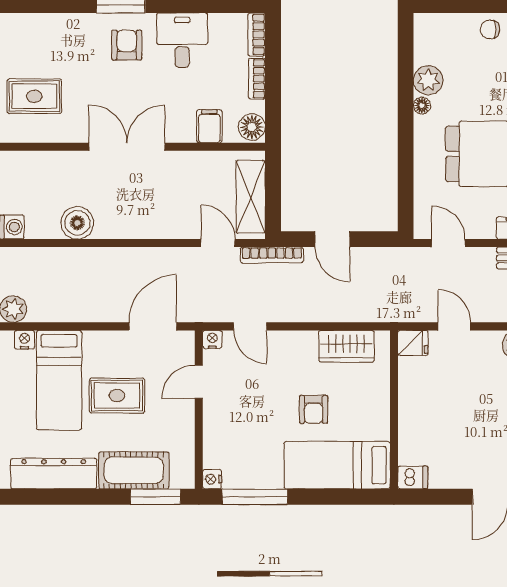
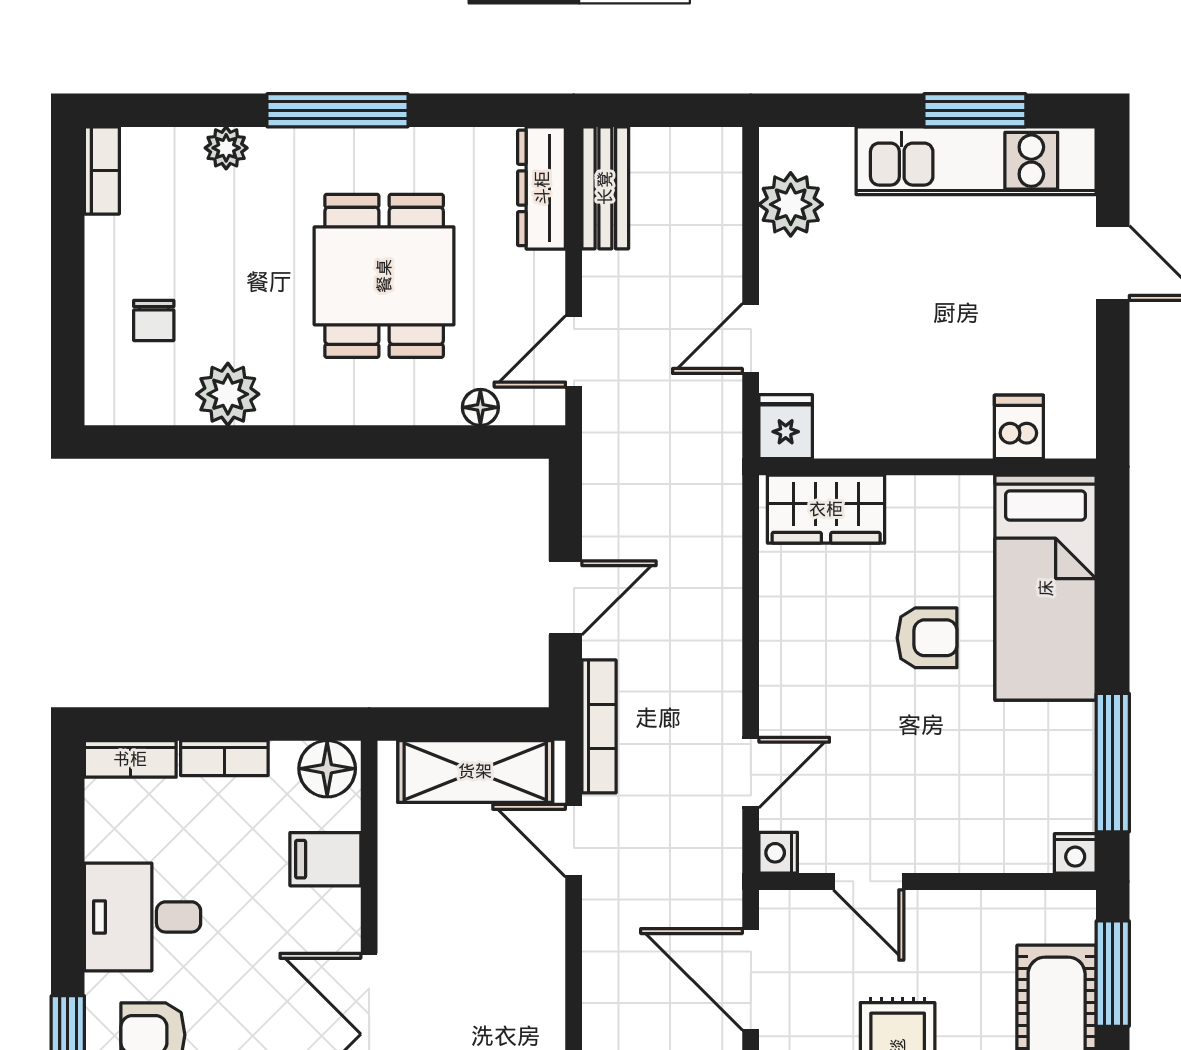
chair: (490, 29) -> (154, 320), moved
floor lamp: (422, 106) -> (480, 407), moved
door: (218, 243) -> (574, 841), hinge flipped
wardrobe: (346, 346) -> (826, 509), moved, turned 90
dishwasher: (413, 477) -> (1019, 427), moved

